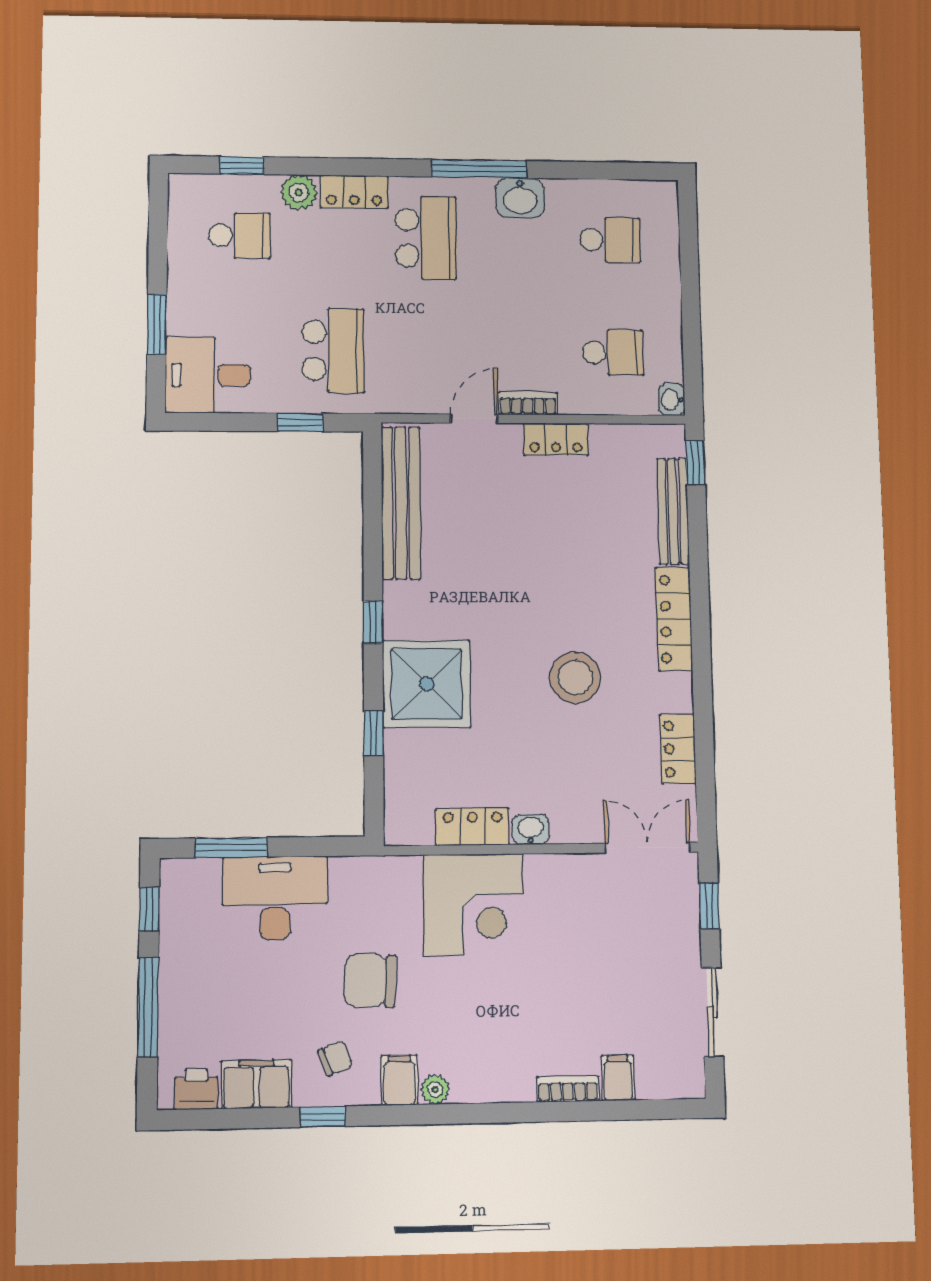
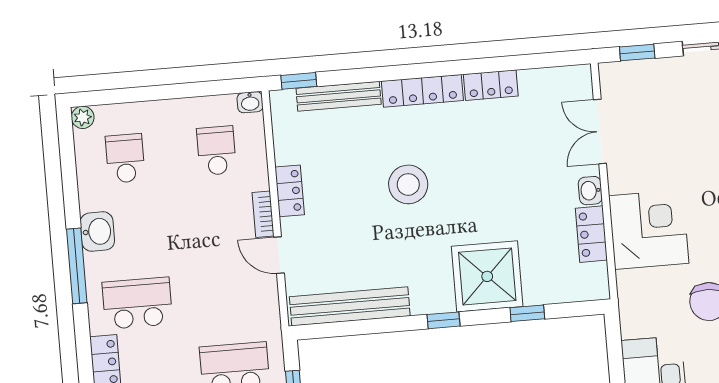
plant: (664, 193) -> (83, 117), added
stool: (575, 677) -> (408, 184), moved
locker: (678, 749) -> (491, 85), moved
double door: (648, 848) -> (600, 132), moved

